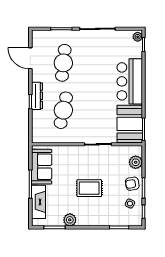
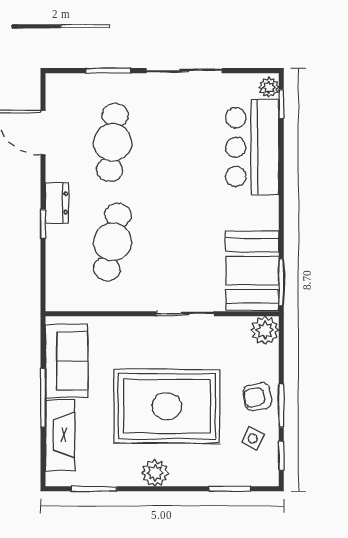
bar counter: (130, 81) -> (252, 147), moved
dresser: (37, 96) -> (57, 203), width x0.70
plant: (136, 162) -> (265, 330), moved
rug: (89, 188) -> (167, 406), width x1.86, depth x2.06
plant: (70, 220) -> (155, 473), moved

